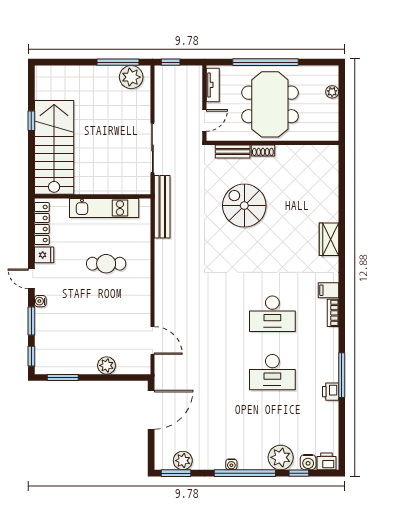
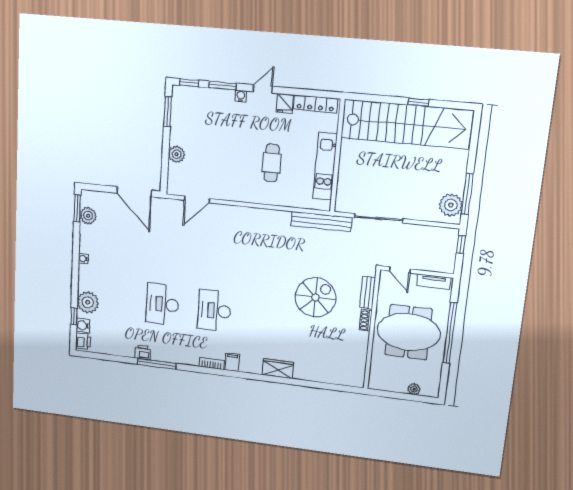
stairs: (54, 147) -> (406, 124), width x1.36
window: (245, 473) -> (75, 270), removed

